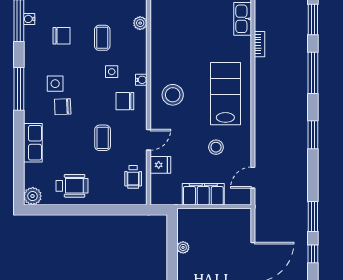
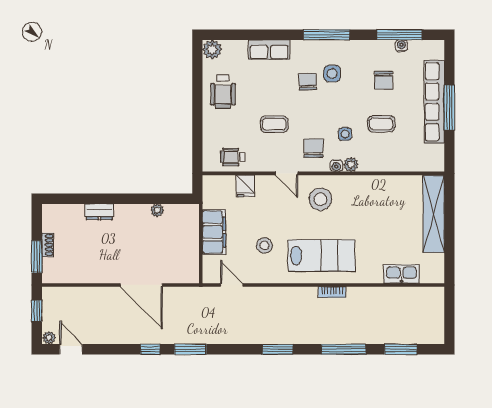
plant: (140, 23) -> (351, 164), moved
bookcase: (260, 44) -> (332, 292), moved
door: (149, 140) -> (287, 173), moved

